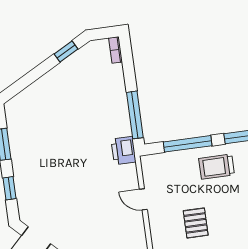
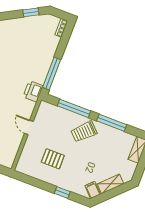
trolley: (217, 167) -> (84, 132), turned -45
pallet: (196, 223) -> (53, 159), turned 90

